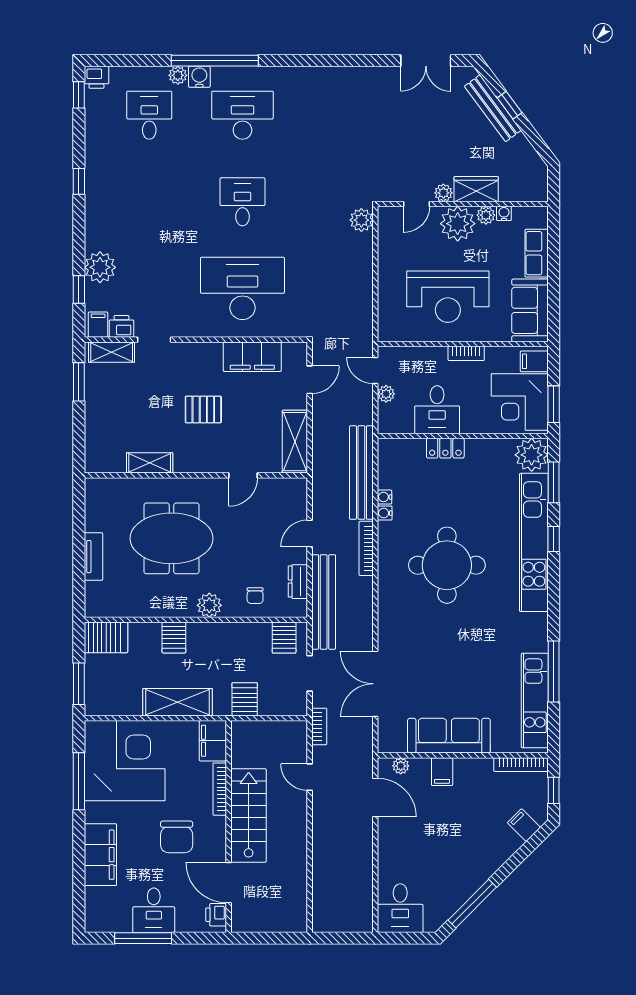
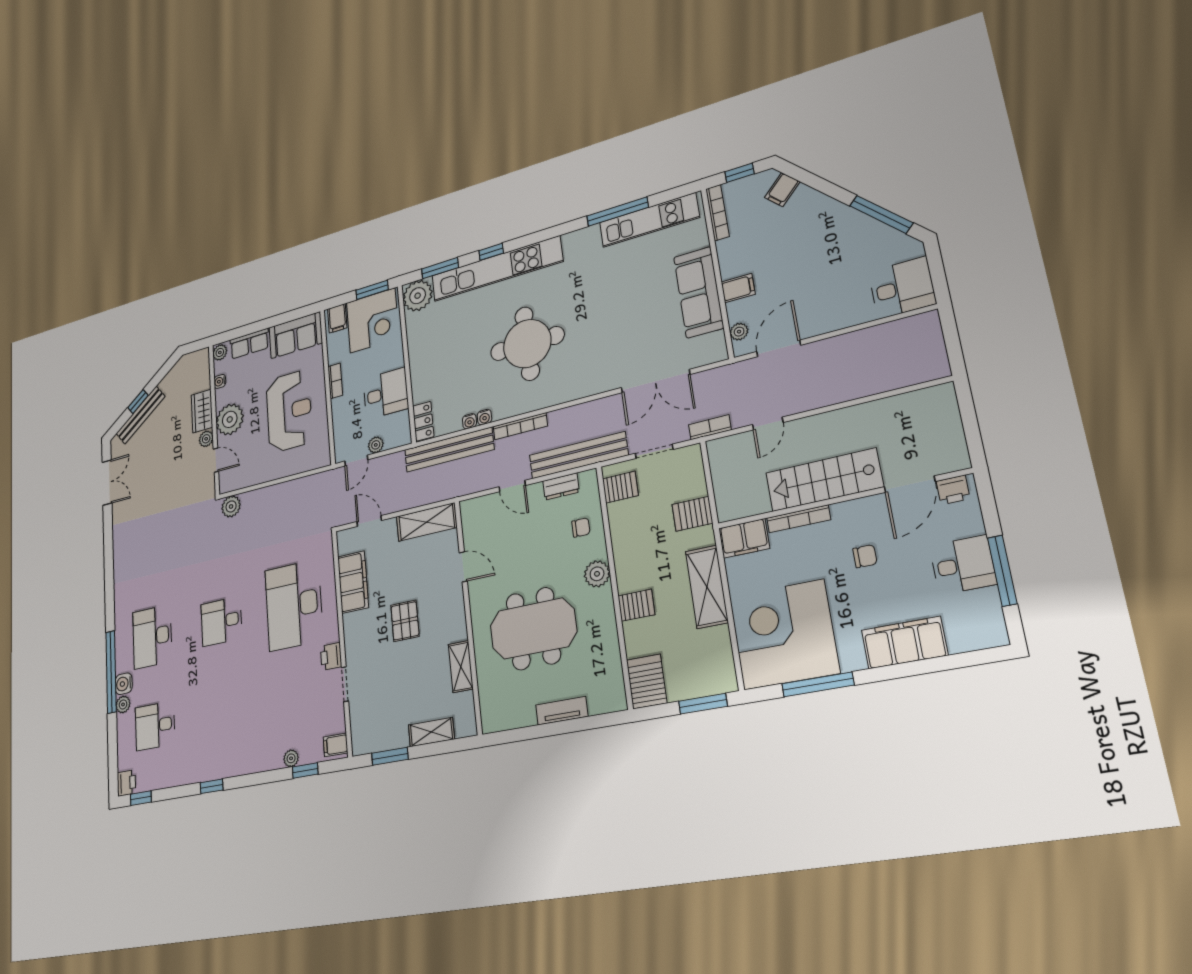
plant: (486, 215) -> (220, 352), moved
plant: (100, 267) -> (291, 758), width x0.53, depth x0.53
printer: (122, 326) -> (331, 656), moved
shelving: (112, 352) -> (431, 732), moved, turned 90
locker: (445, 448) -> (423, 421), moved
meeting table: (171, 538) -> (533, 629), turned 90
chair: (177, 837) -> (865, 556), width x0.54, depth x0.54

